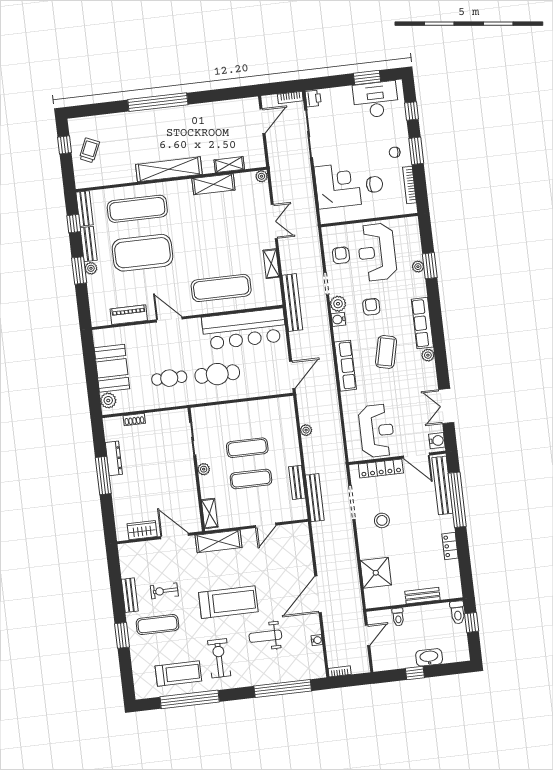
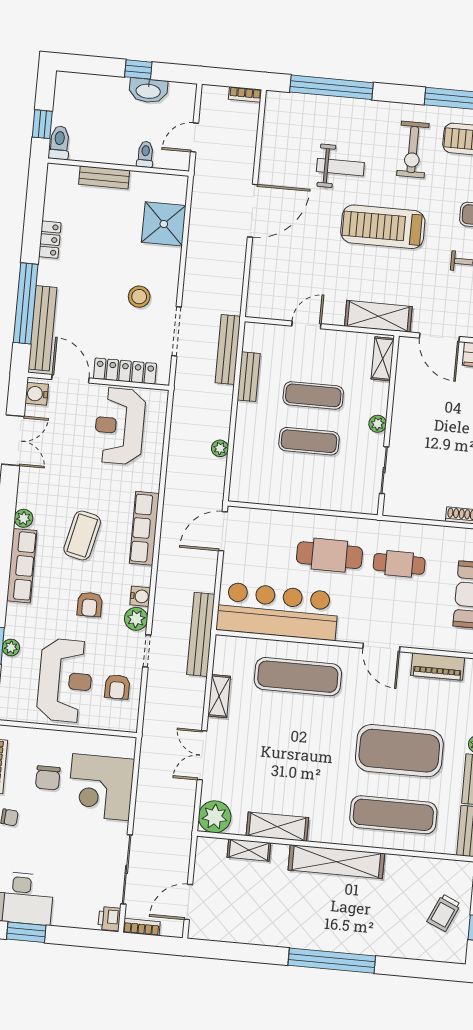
plant: (261, 176) -> (215, 817), width x1.88, depth x1.88
chair: (375, 184) -> (48, 778), turned -90
water cooler: (317, 640) -> (268, 146), removed
washbasin: (429, 657) -> (148, 91), moved

